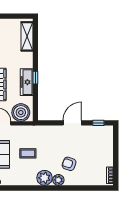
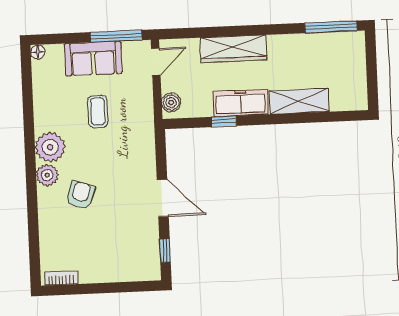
shelving: (27, 36) -> (299, 101), moved
window: (35, 78) -> (224, 121), moved
boiler: (21, 113) -> (171, 103), width x0.54, depth x0.54

